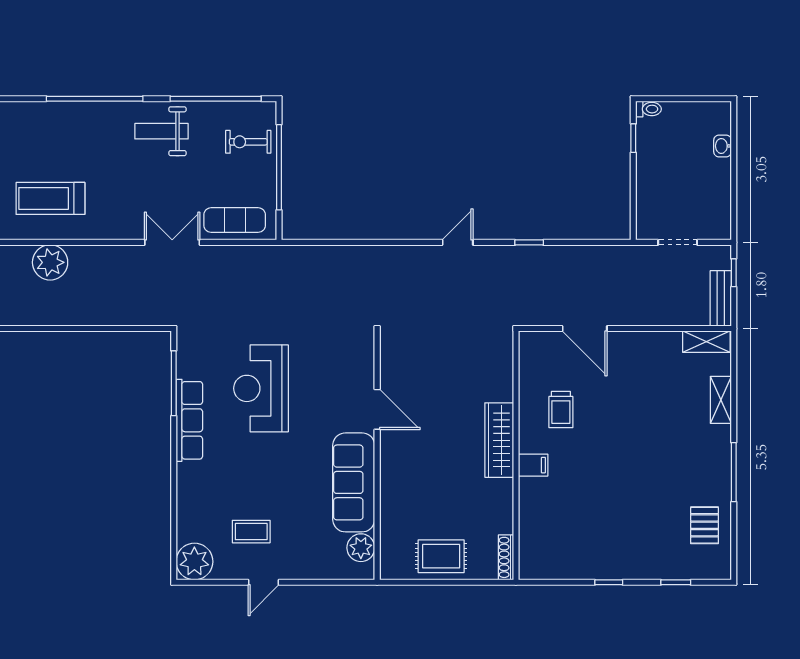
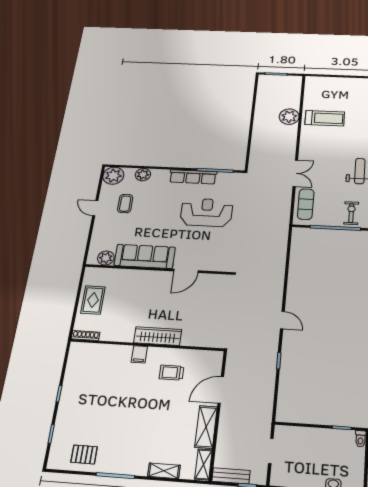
treadmill: (50, 198) -> (325, 118), turned 90
shelving: (647, 344) -> (206, 427), added
plant: (189, 509) -> (143, 175), added

